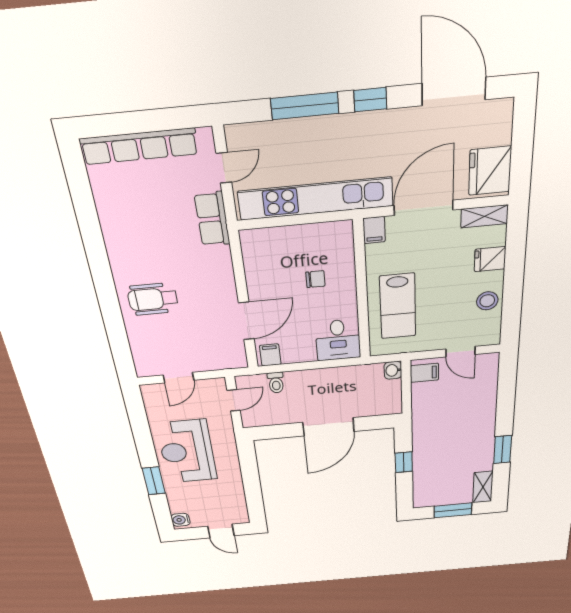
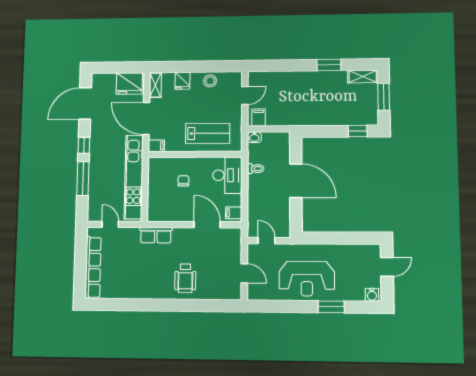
row of seats: (212, 219) -> (156, 235), moved
desk: (338, 340) -> (227, 175), width x1.37
toilet: (276, 383) -> (256, 169), moved
window: (404, 462) -> (358, 131), moved

